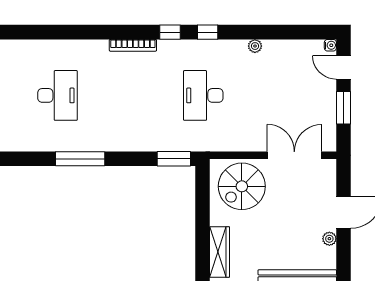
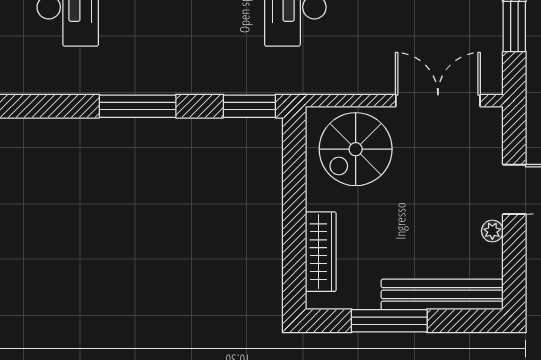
window: (80, 159) -> (138, 106), moved

